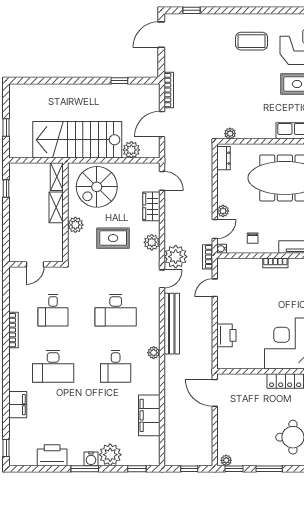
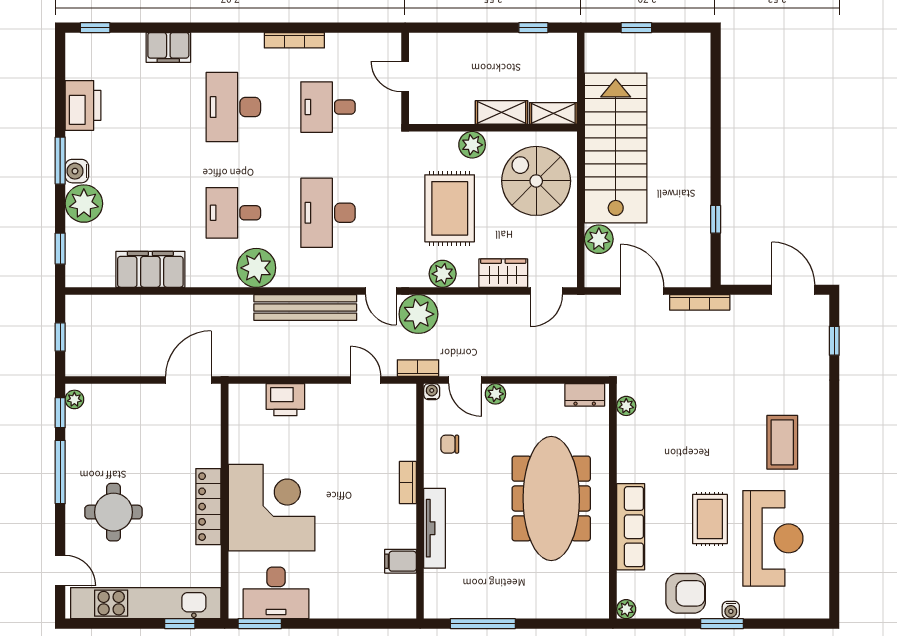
rug: (113, 238) -> (450, 208), width x1.36, depth x1.43
plant: (154, 353) -> (256, 268), width x1.87, depth x1.87
window: (269, 469) -> (60, 472), width x1.44

